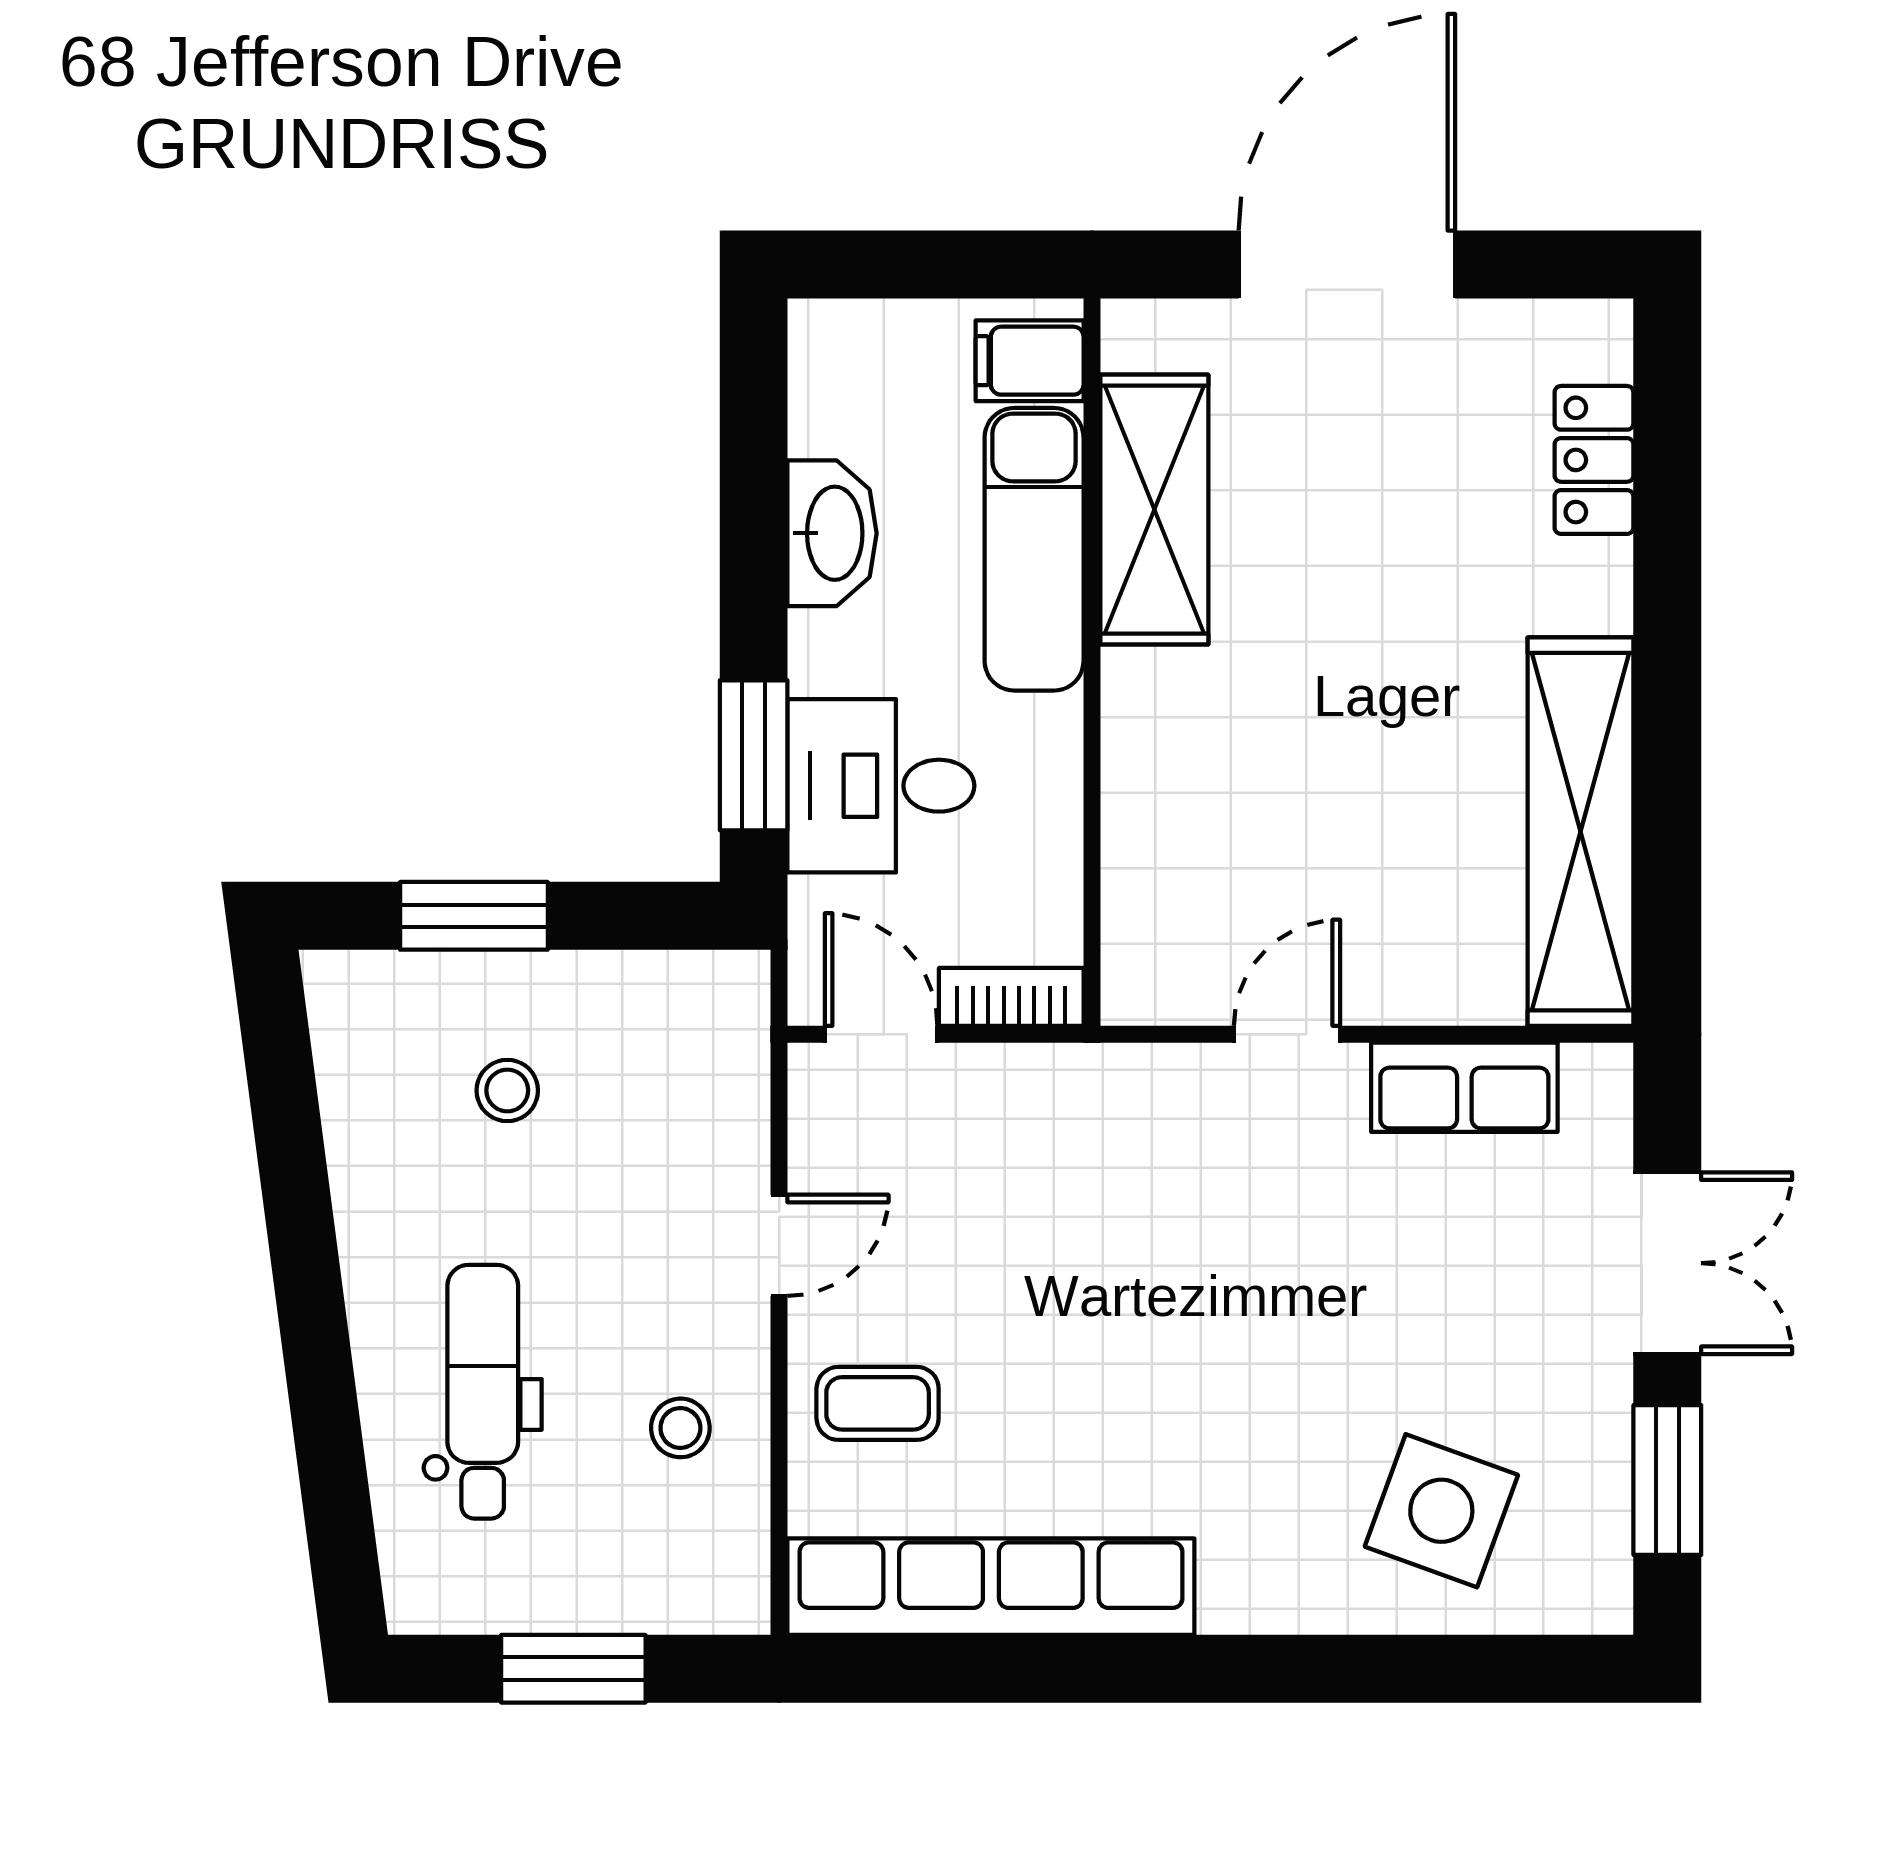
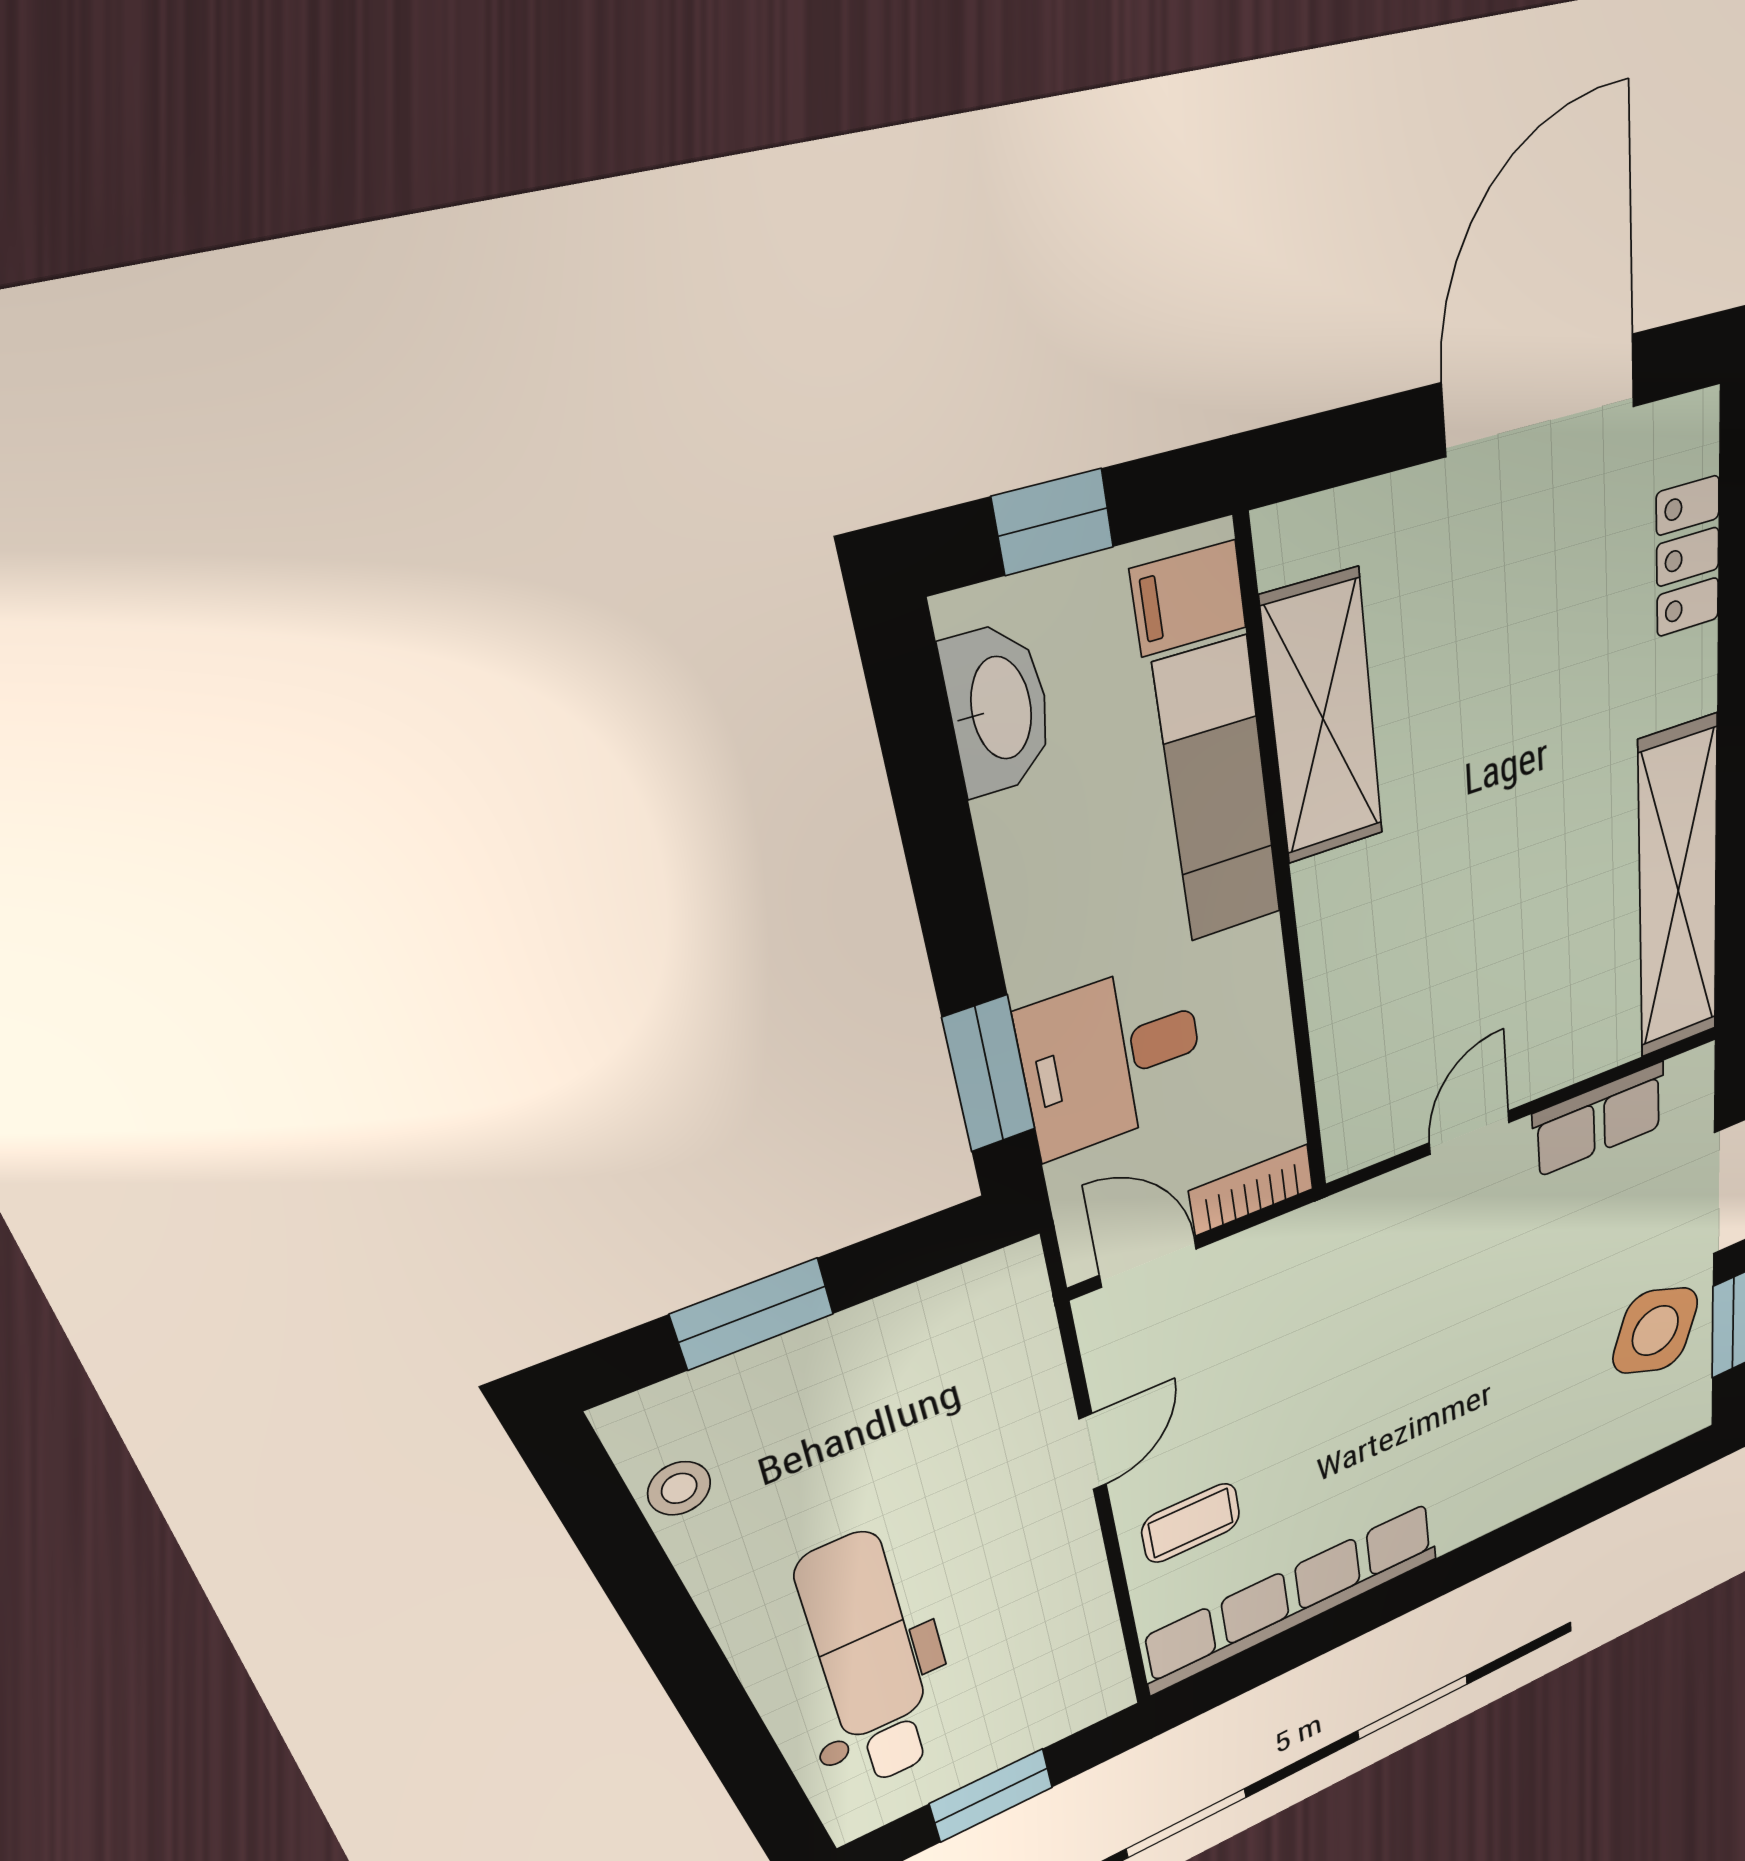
window: (912, 264) -> (1053, 522), added
door: (1347, 264) -> (1540, 395), moved
washbasin: (832, 533) -> (999, 709), moved
stool: (507, 1090) -> (679, 1488), moved
dental chair: (483, 1392) -> (868, 1661), width x1.36, depth x1.38
stool: (680, 1428) -> (1039, 1609), removed
side table: (1441, 1511) -> (1655, 1331), moved

